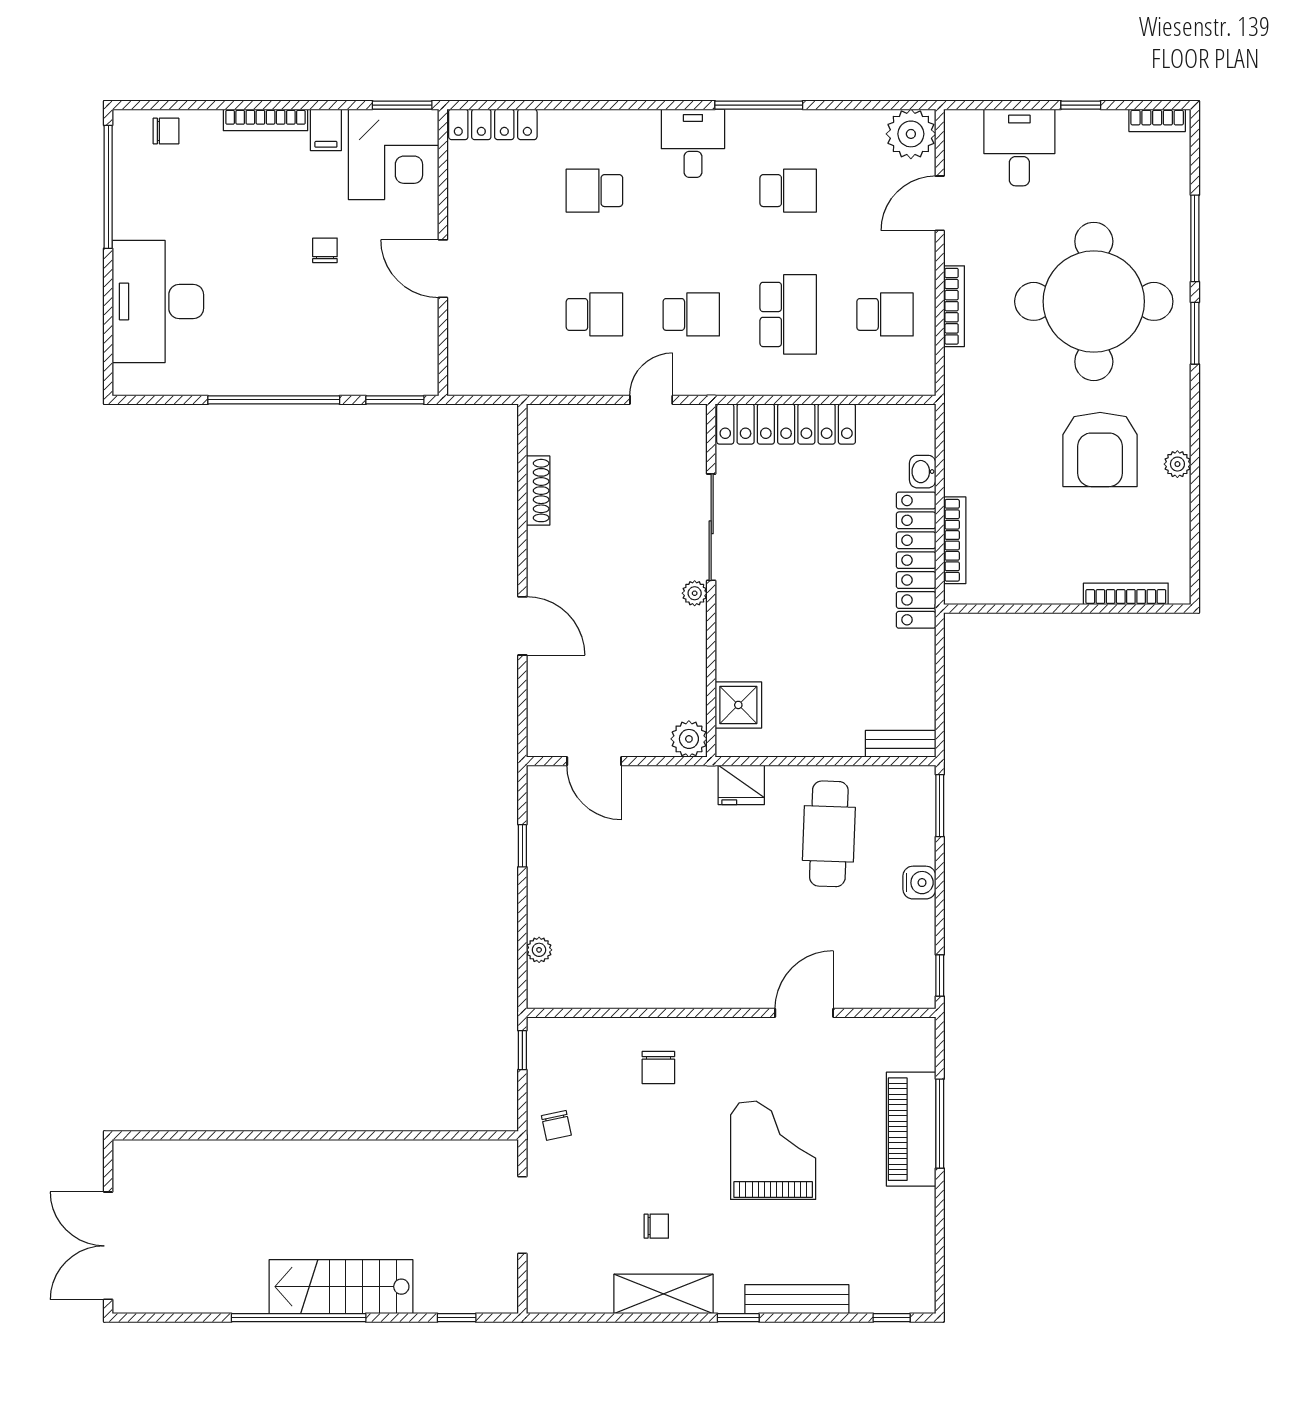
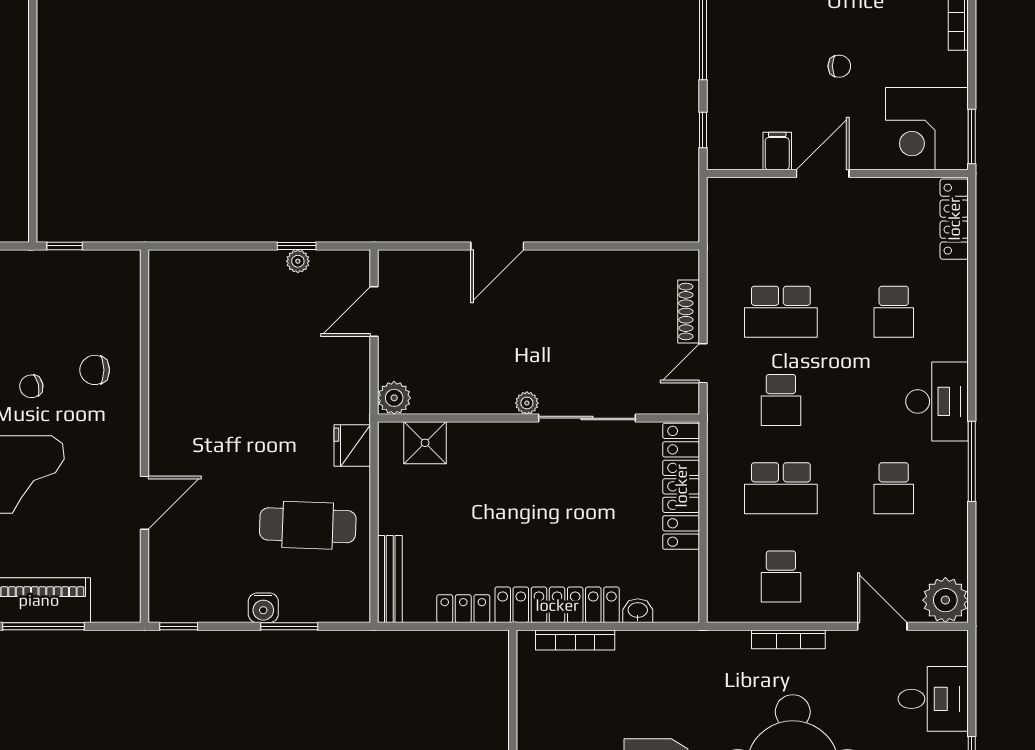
filing cabinet: (326, 130) -> (777, 151), moved, turned 90
desk: (693, 143) -> (937, 401), width x1.37
school desk: (594, 191) -> (894, 312), turned 180
school desk: (594, 314) -> (781, 312), width x1.85
window: (395, 400) -> (703, 130), width x0.67
door: (651, 400) -> (703, 363), swing flipped
shoe rack: (538, 491) -> (689, 311), moved, turned 90
locker: (920, 663) -> (463, 609), added
bench: (901, 744) -> (390, 579), width x1.36
window: (940, 806) -> (289, 626), moved
plant: (539, 950) -> (298, 261), moved
door: (804, 1013) -> (145, 503), hinge flipped
window: (522, 1050) -> (65, 246), moved
chair: (556, 1125) -> (31, 386), moved

